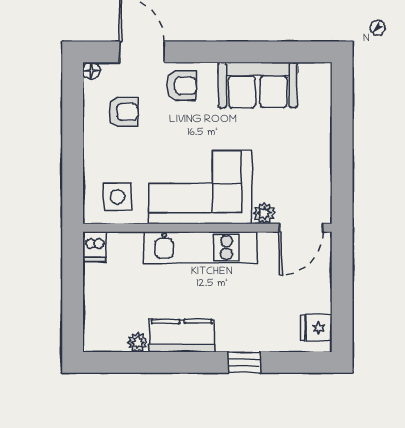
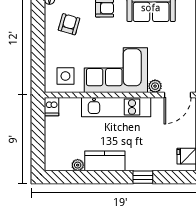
armchair: (123, 112) -> (69, 24), turned -74

